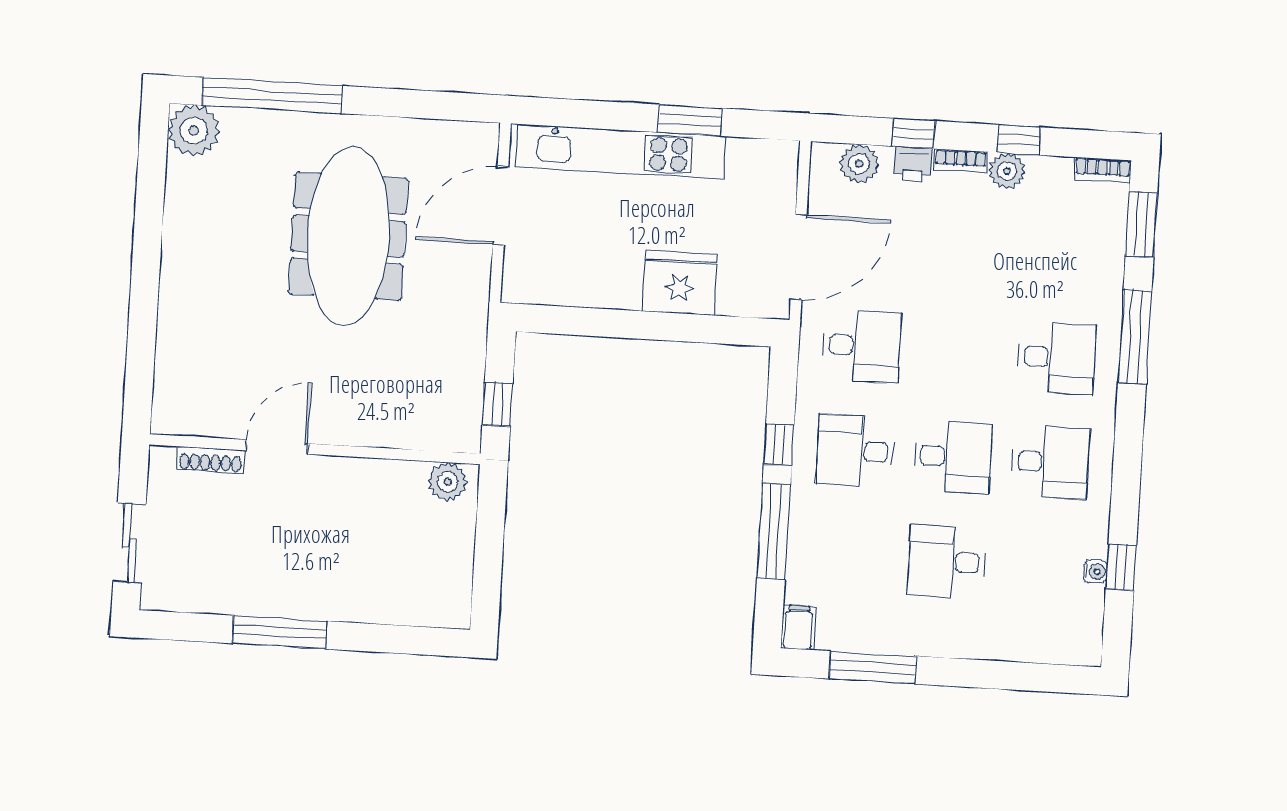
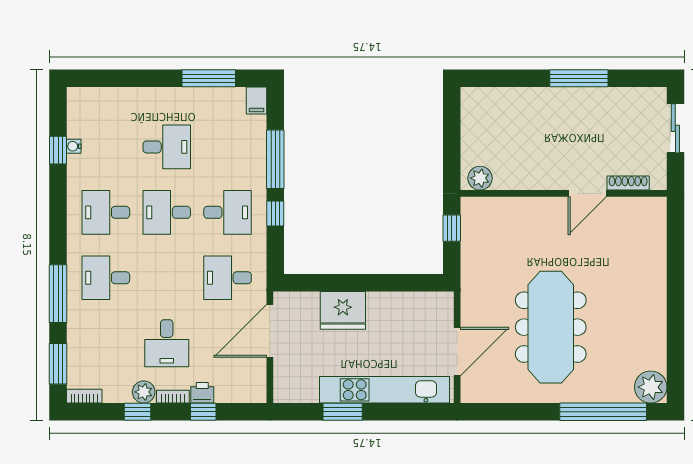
plant: (859, 164) -> (236, 391), removed
desk: (965, 247) -> (167, 343), added

